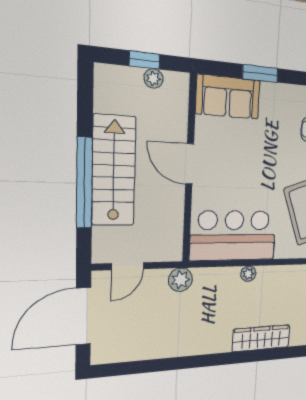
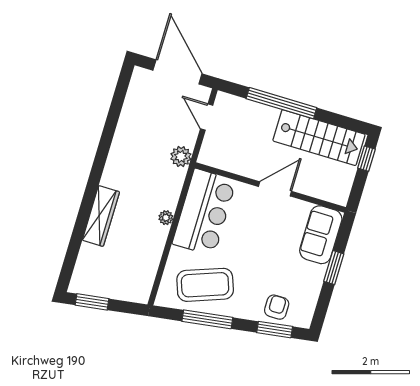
window: (145, 60) -> (366, 159), moved
plant: (153, 79) -> (347, 177), removed
stairs: (114, 171) -> (319, 138), moved

